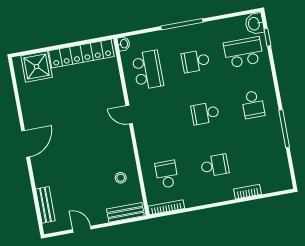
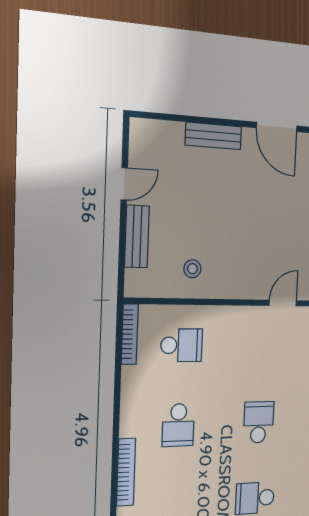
bookcase: (248, 192) -> (126, 472), width x1.56
bench: (45, 205) -> (213, 136), moved
bench: (125, 212) -> (137, 237), moved

